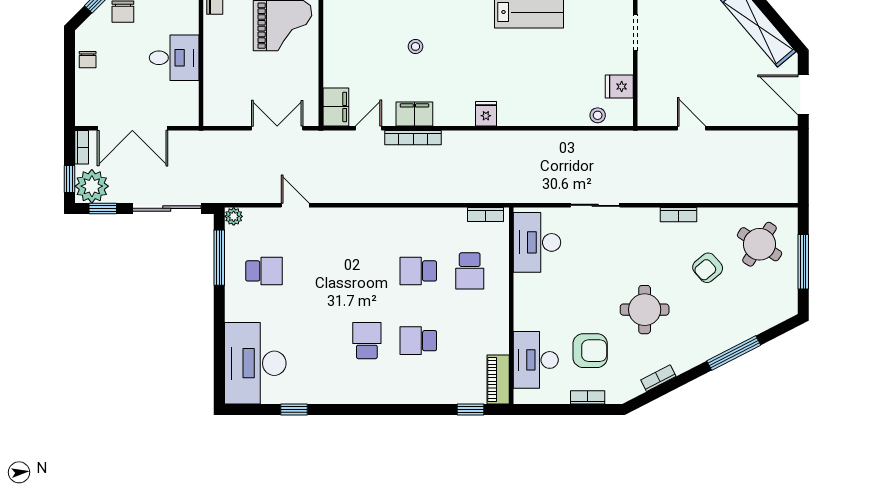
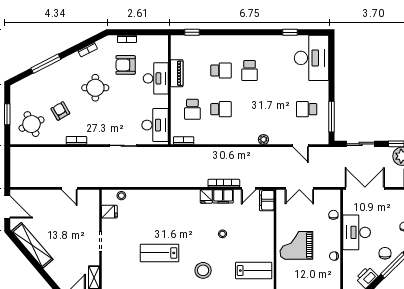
desk: (174, 58) -> (357, 232), width x1.37
chair: (216, 81) -> (333, 215), added
fridge: (486, 114) -> (206, 196), moved
double door: (132, 128) -> (365, 188), moved
door: (295, 205) -> (301, 146), moved
sliding door: (167, 208) -> (361, 144), width x0.73
plant: (234, 216) -> (263, 139), moved
round table: (760, 244) -> (31, 124), turned 33
window: (803, 262) -> (7, 114), width x0.69
armchair: (708, 268) -> (60, 111), turned -79
school desk: (470, 271) -> (192, 109), turned 180
desk: (536, 360) -> (156, 78), moved
piano: (498, 380) -> (177, 73), moved

